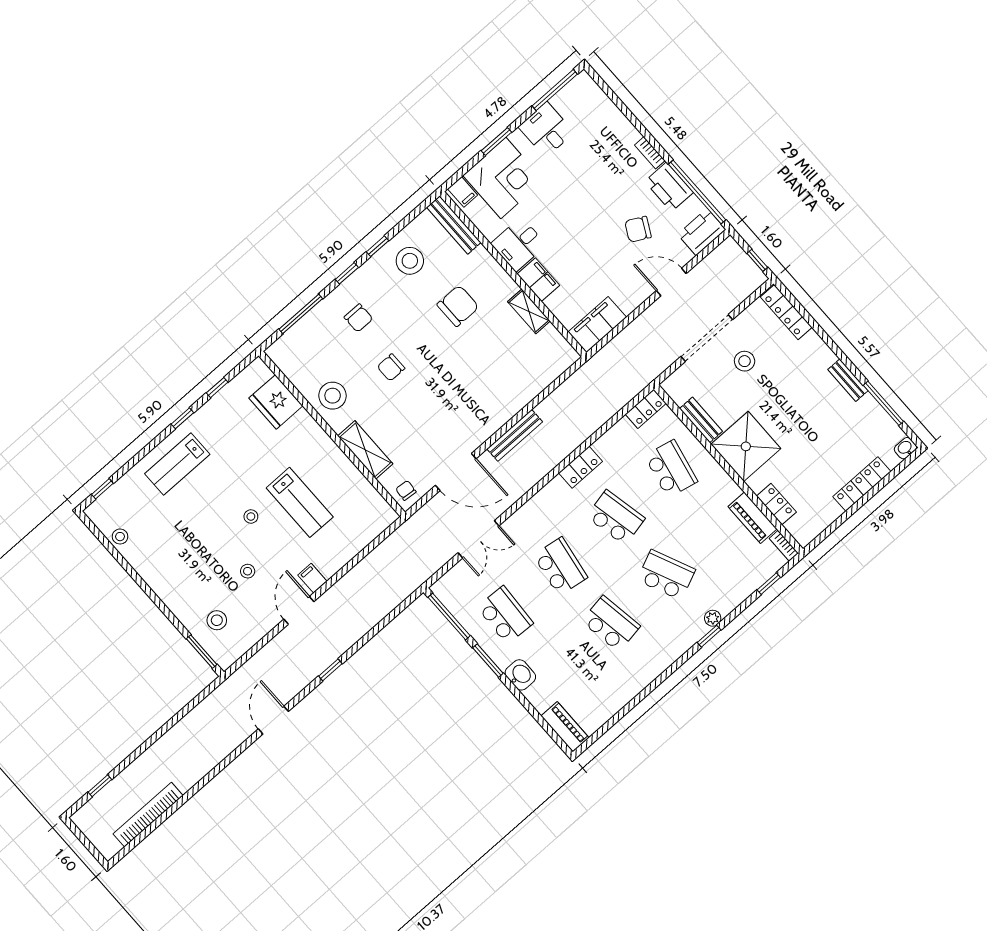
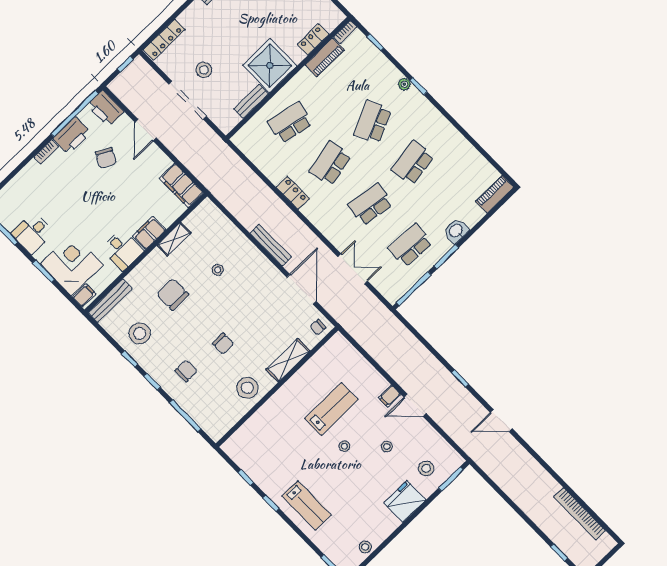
stool: (486, 365) -> (218, 270), added
fridge: (276, 402) -> (405, 501), moved, turned 180
locker: (646, 409) -> (245, 145), removed

